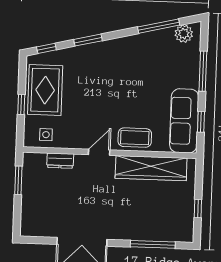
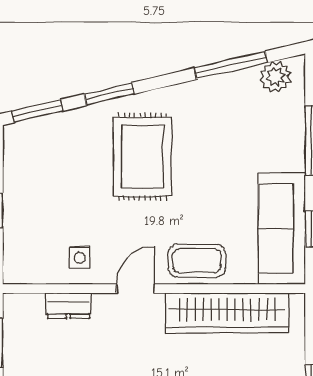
window: (46, 48) -> (37, 111), width x1.50
rug: (45, 90) -> (142, 157), moved
side table: (46, 135) -> (80, 258), moved

